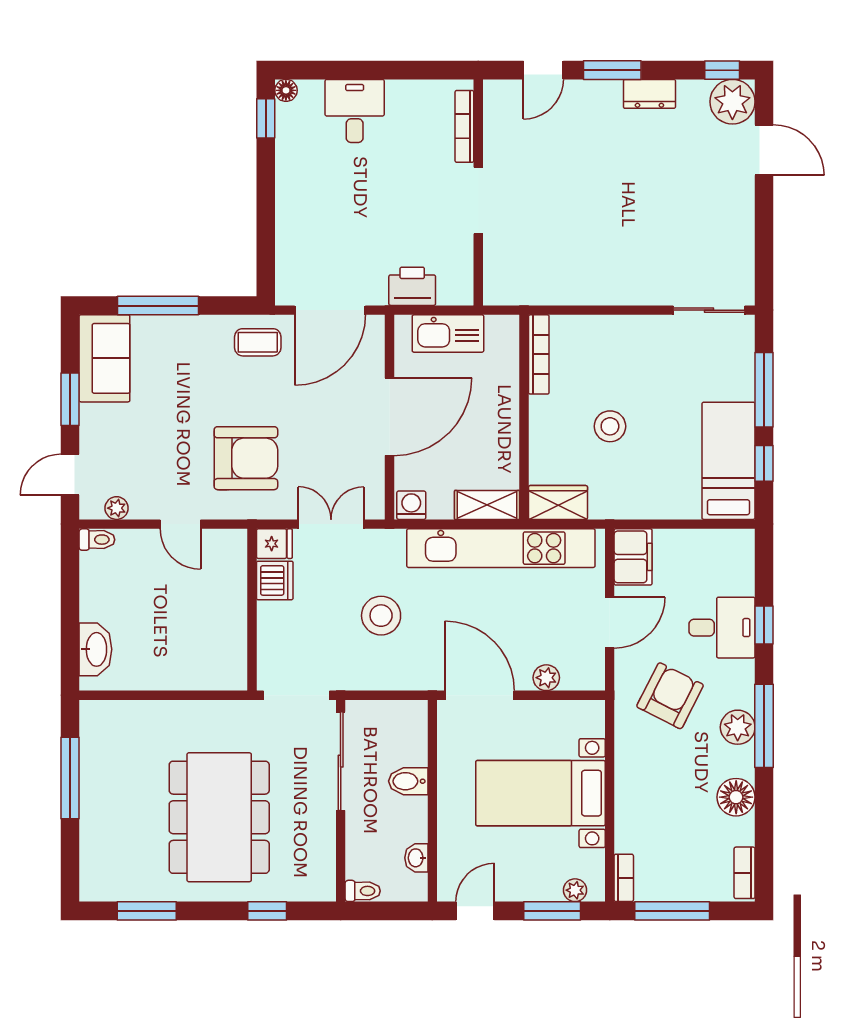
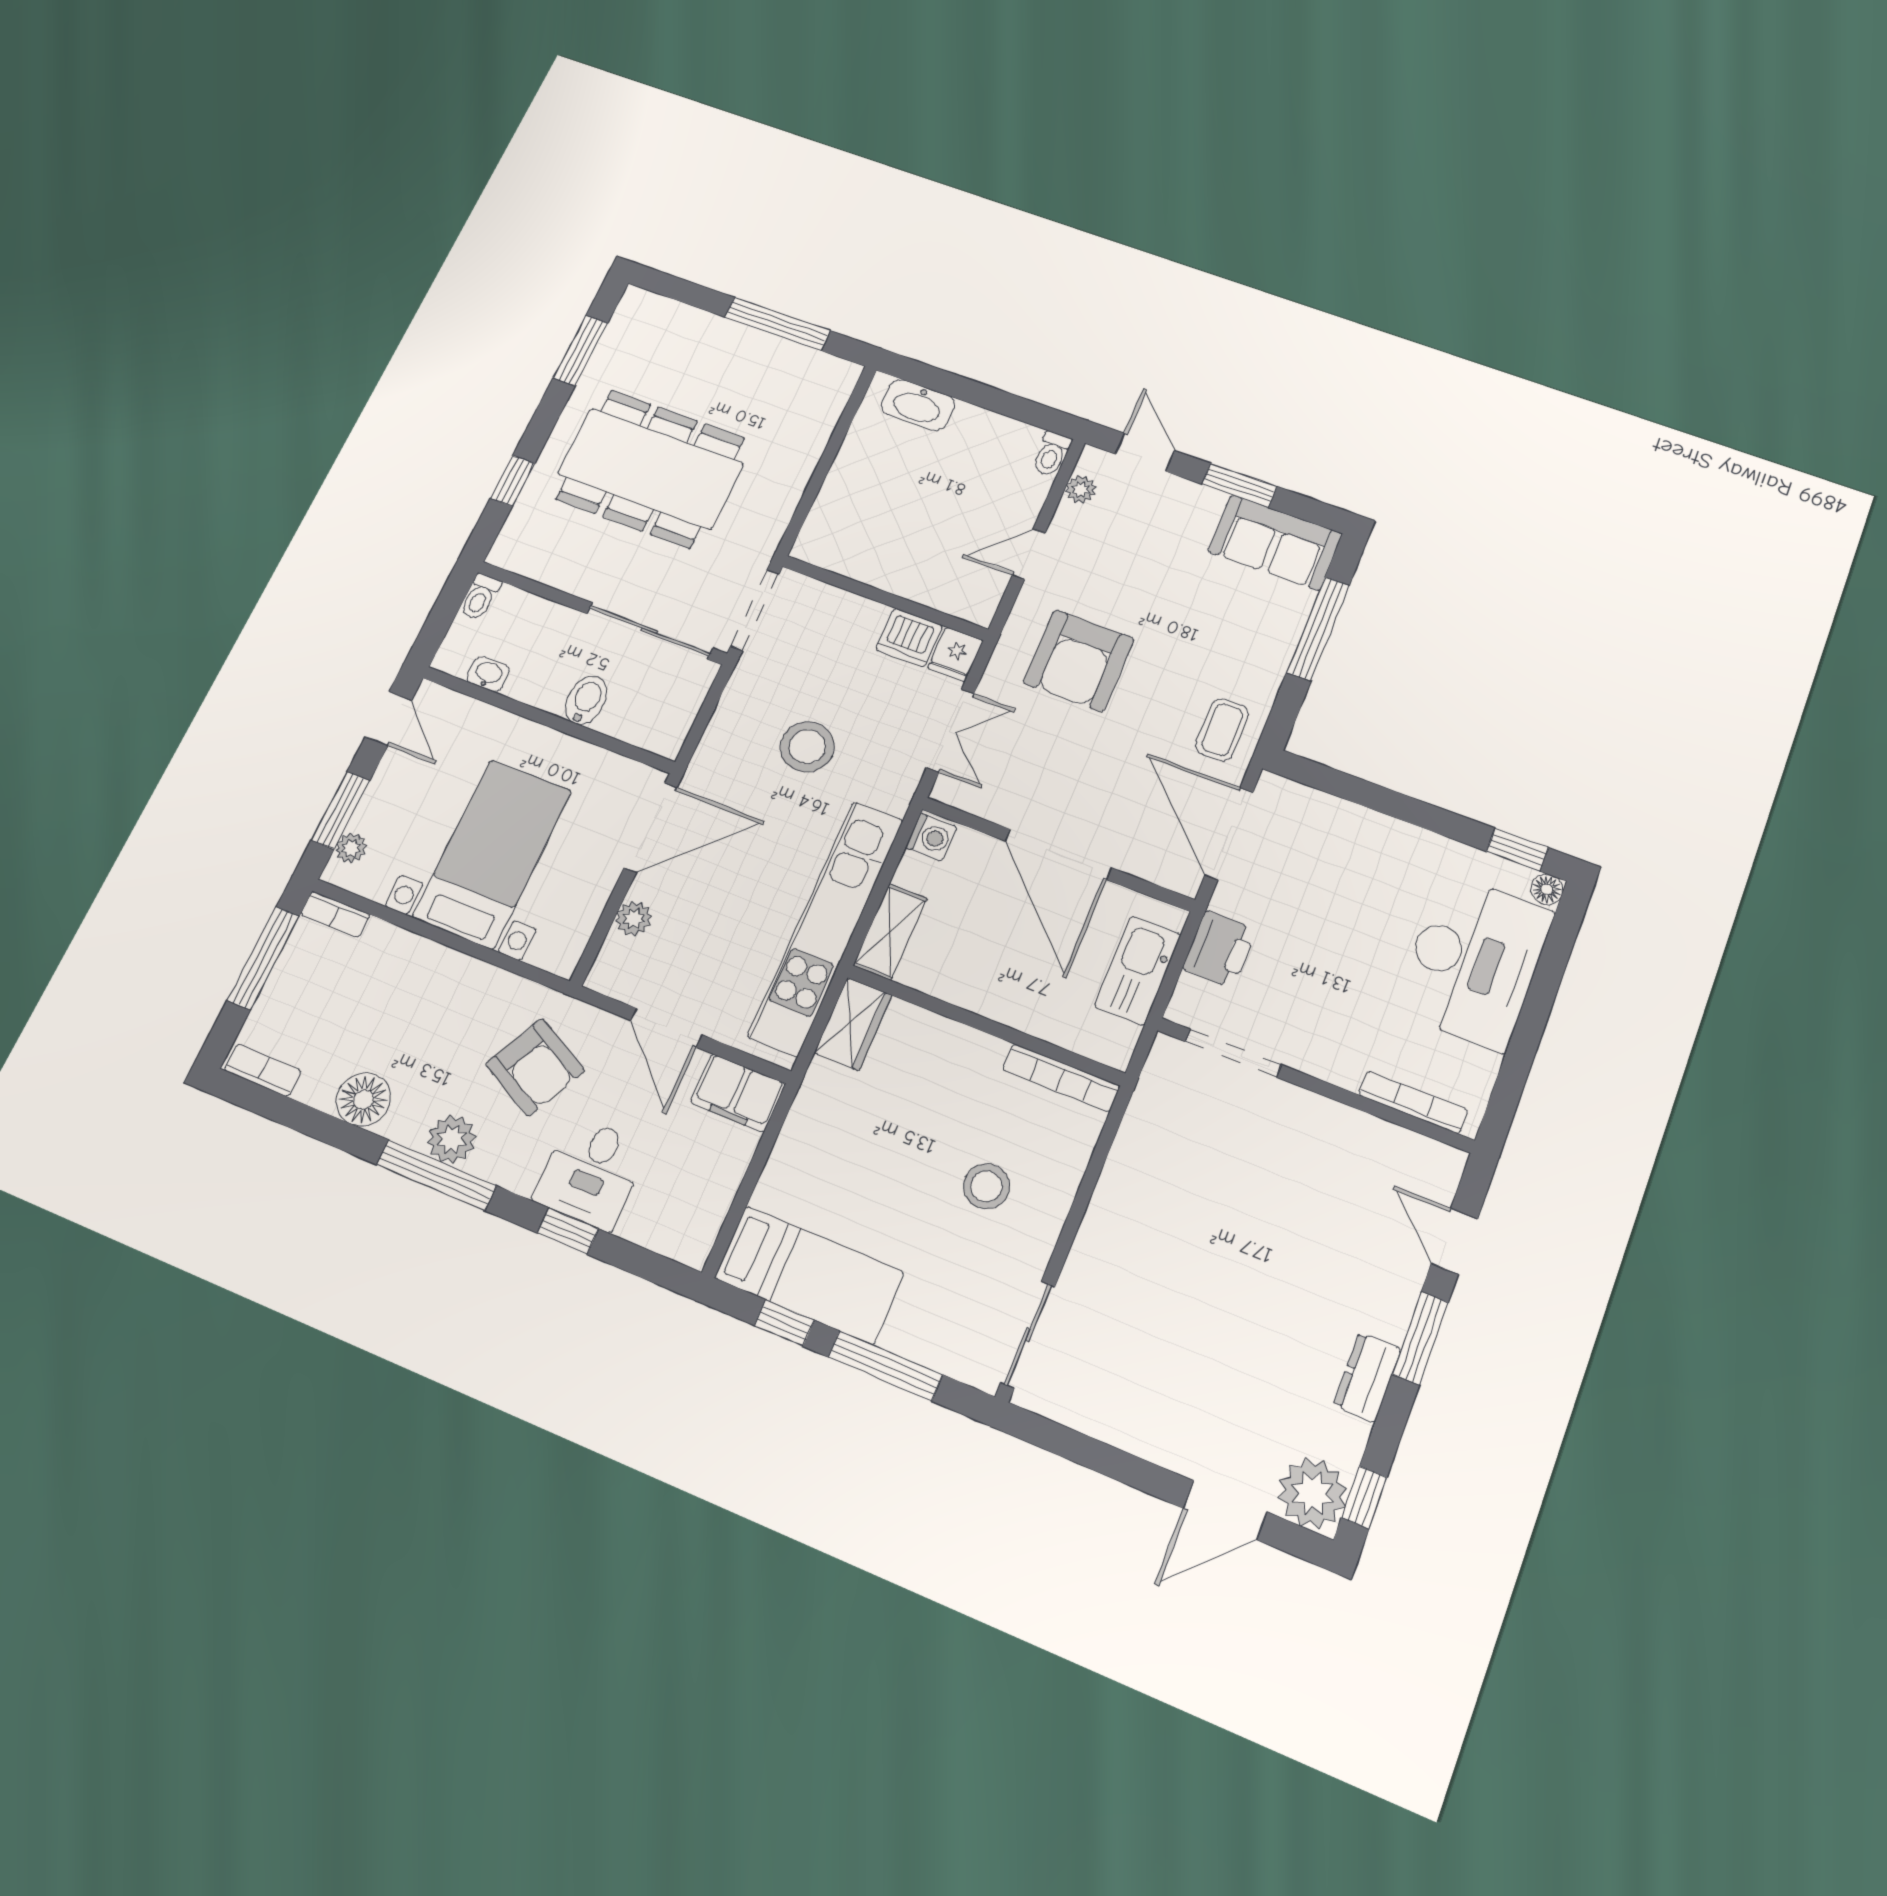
desk: (355, 111) -> (1474, 961), width x1.87, depth x1.30
doorway: (478, 200) -> (1233, 1053), moved
stool: (610, 426) -> (986, 1186), moved

